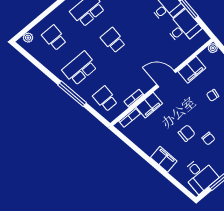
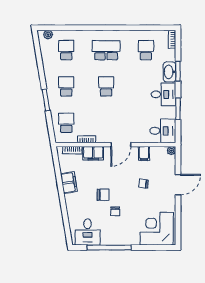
desk: (183, 28) -> (163, 131), moved
school desk: (80, 68) -> (66, 86), width x0.54
filing cabinet: (192, 70) -> (144, 153), width x0.50
door: (166, 79) -> (121, 145), swing flipped
window: (72, 94) -> (46, 100), width x0.69
filing cabinet: (164, 159) -> (69, 183), moved

